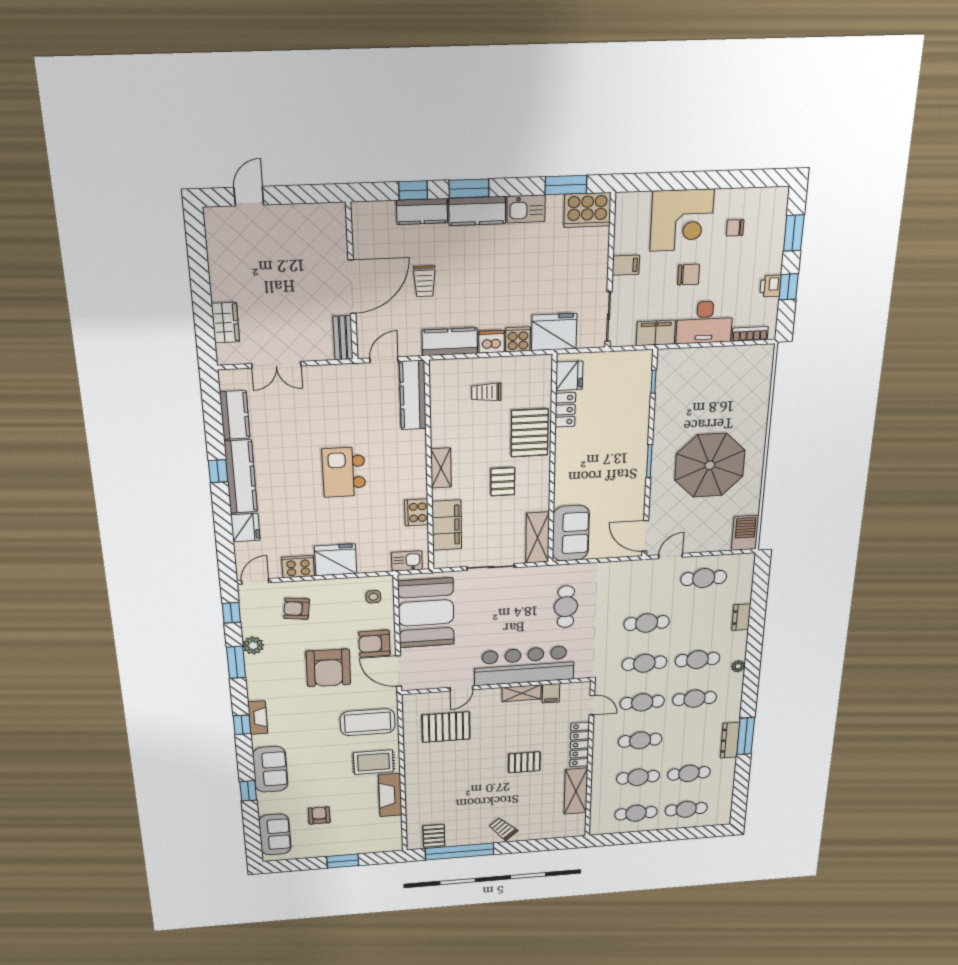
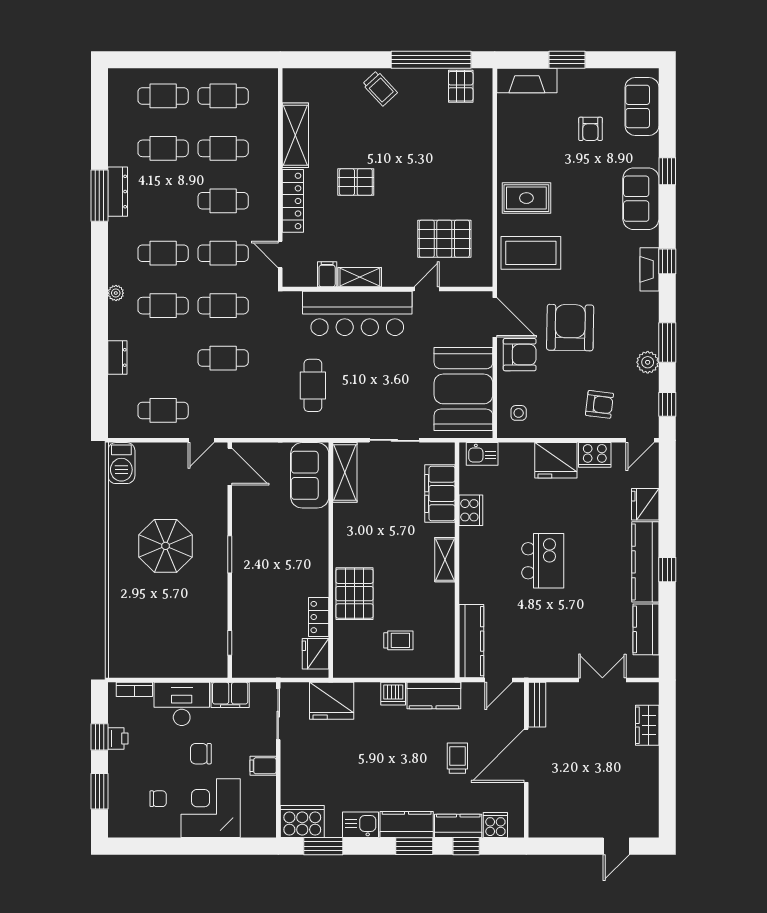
cooker: (518, 339) -> (495, 825), moved, turned 180
parasol: (710, 465) -> (166, 546), width x0.73, depth x0.73
pallet: (503, 482) -> (382, 540), removed
fireplace: (390, 795) -> (527, 81), moved, turned 90

